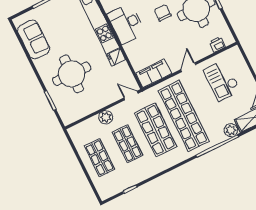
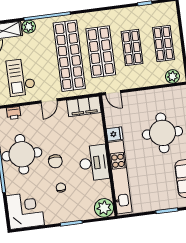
checkout: (222, 80) -> (21, 77), turned 180
plant: (106, 117) -> (172, 76), moved

